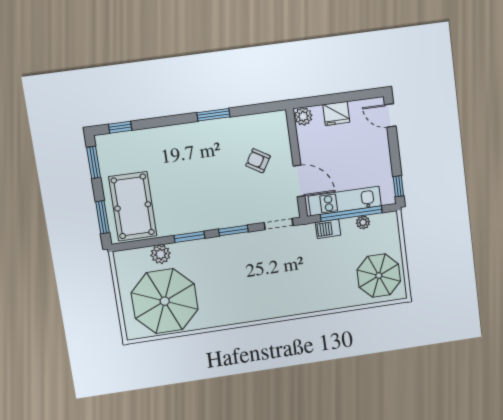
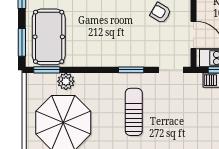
window: (189, 237) -> (47, 70), moved
sun lounger: (243, 277) -> (134, 112), added

